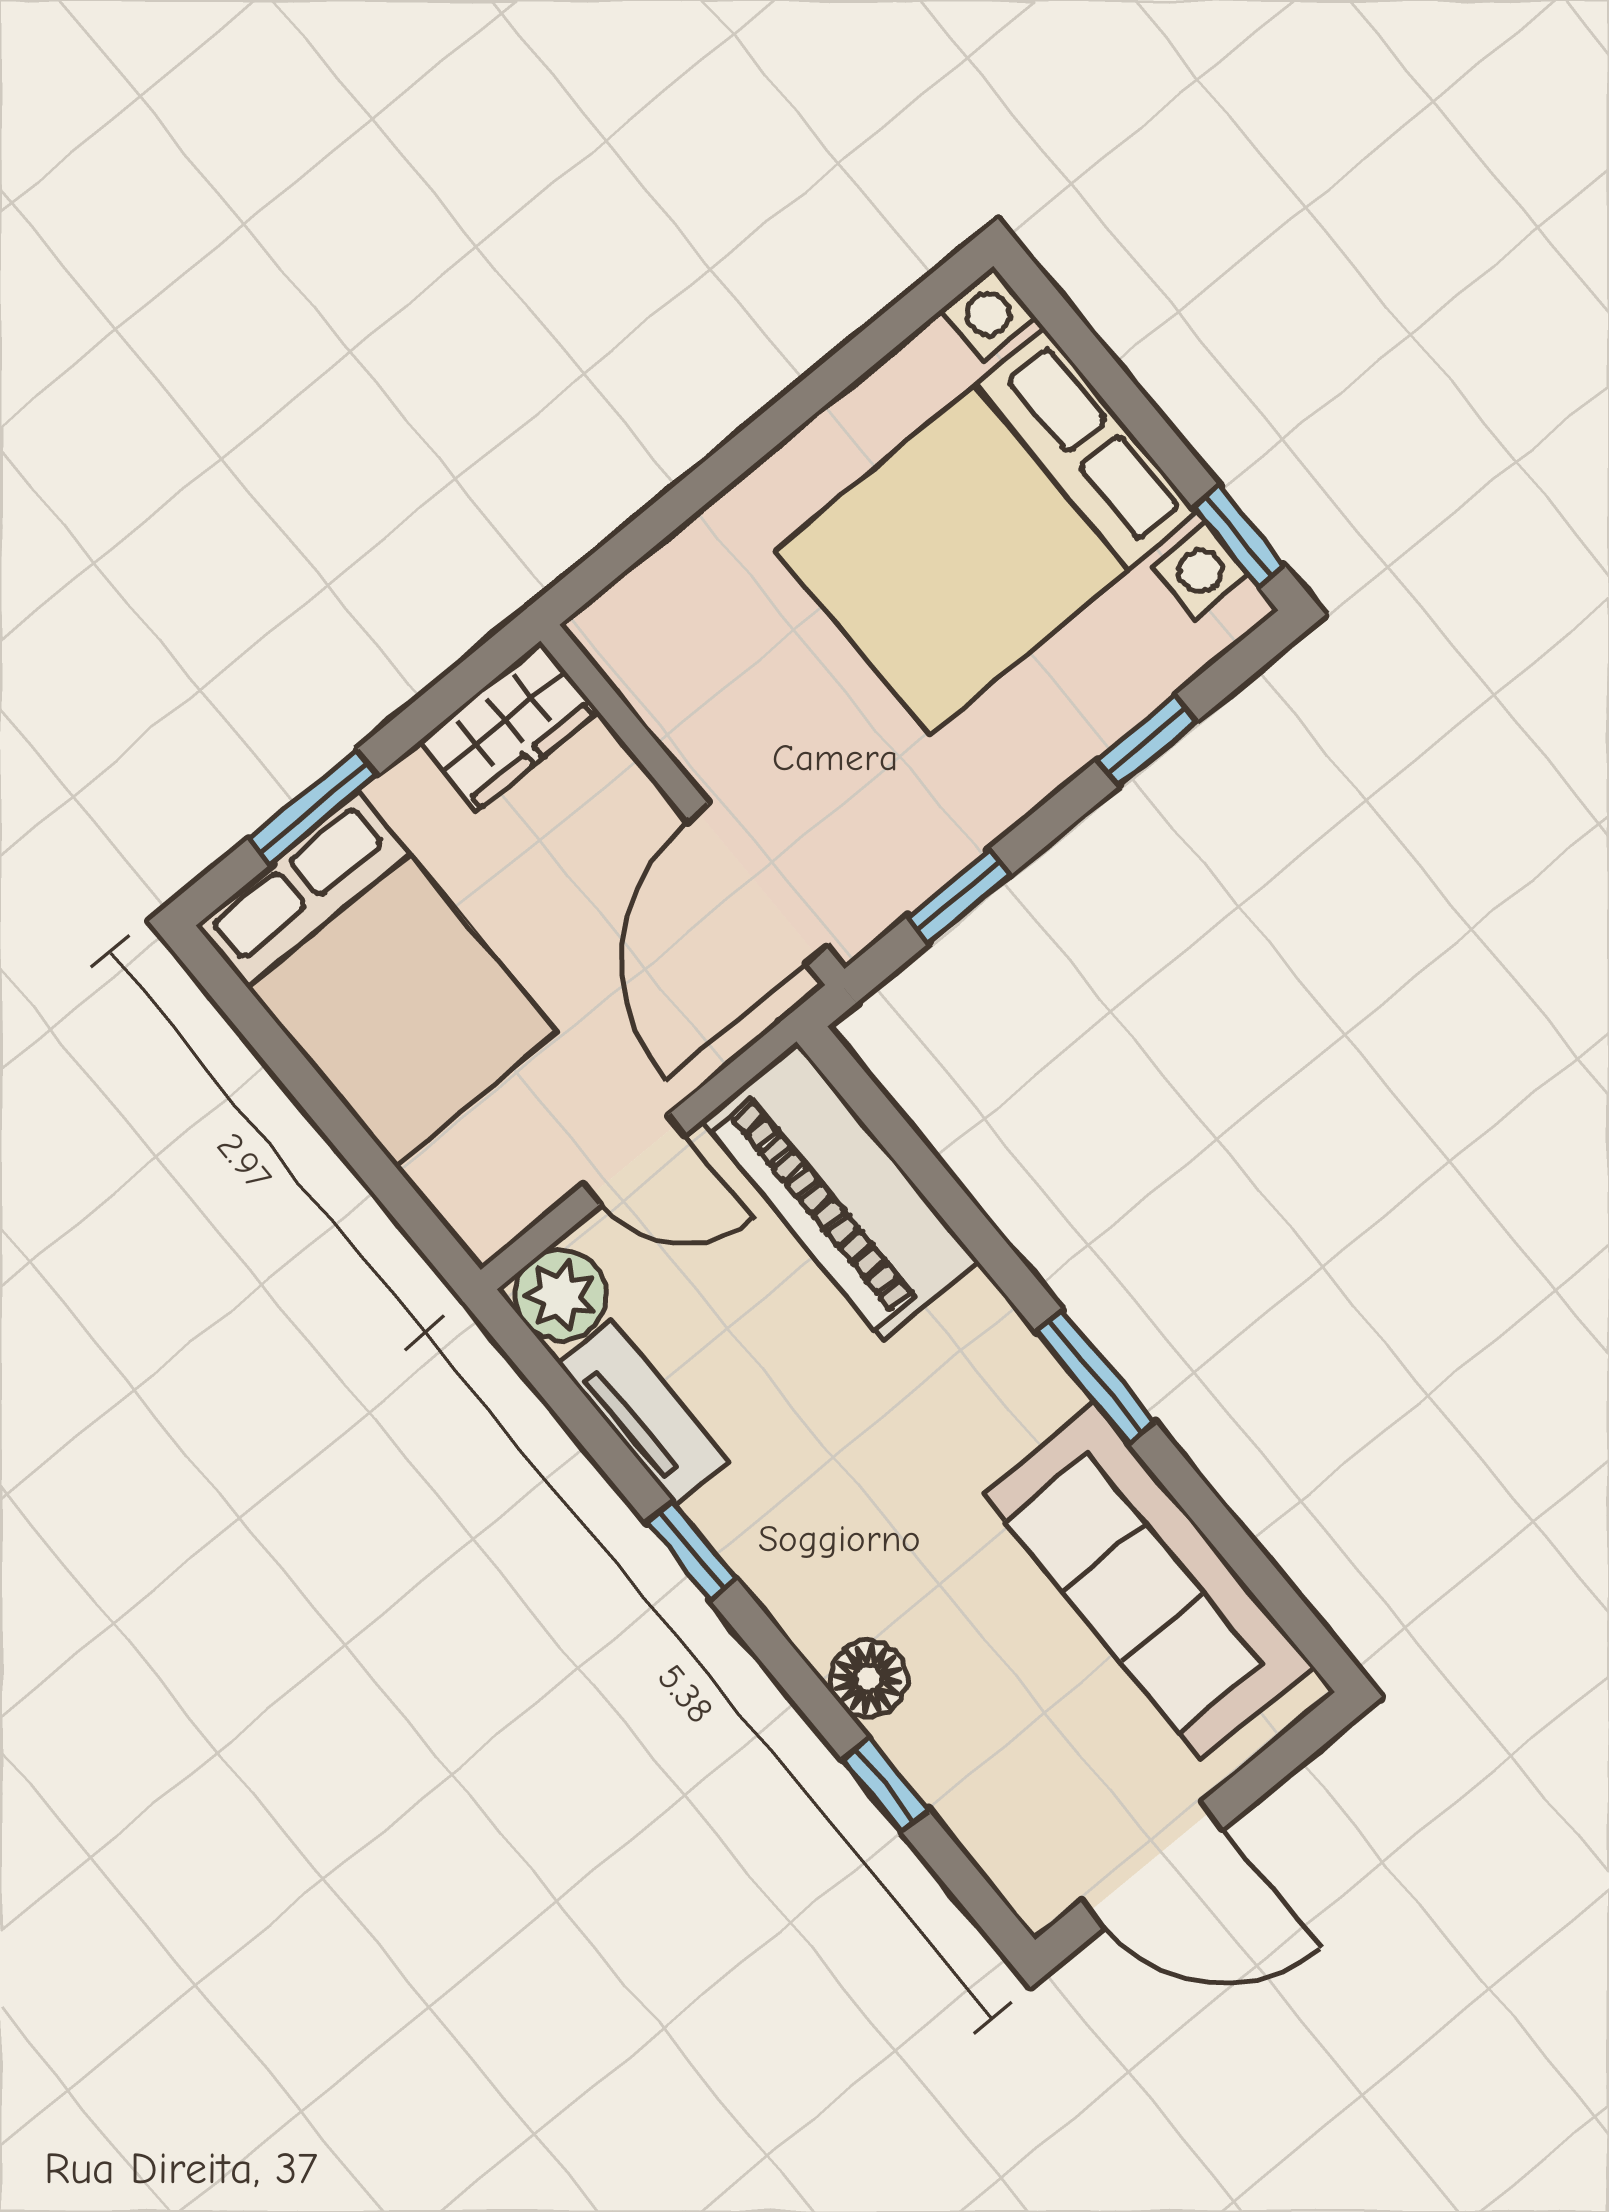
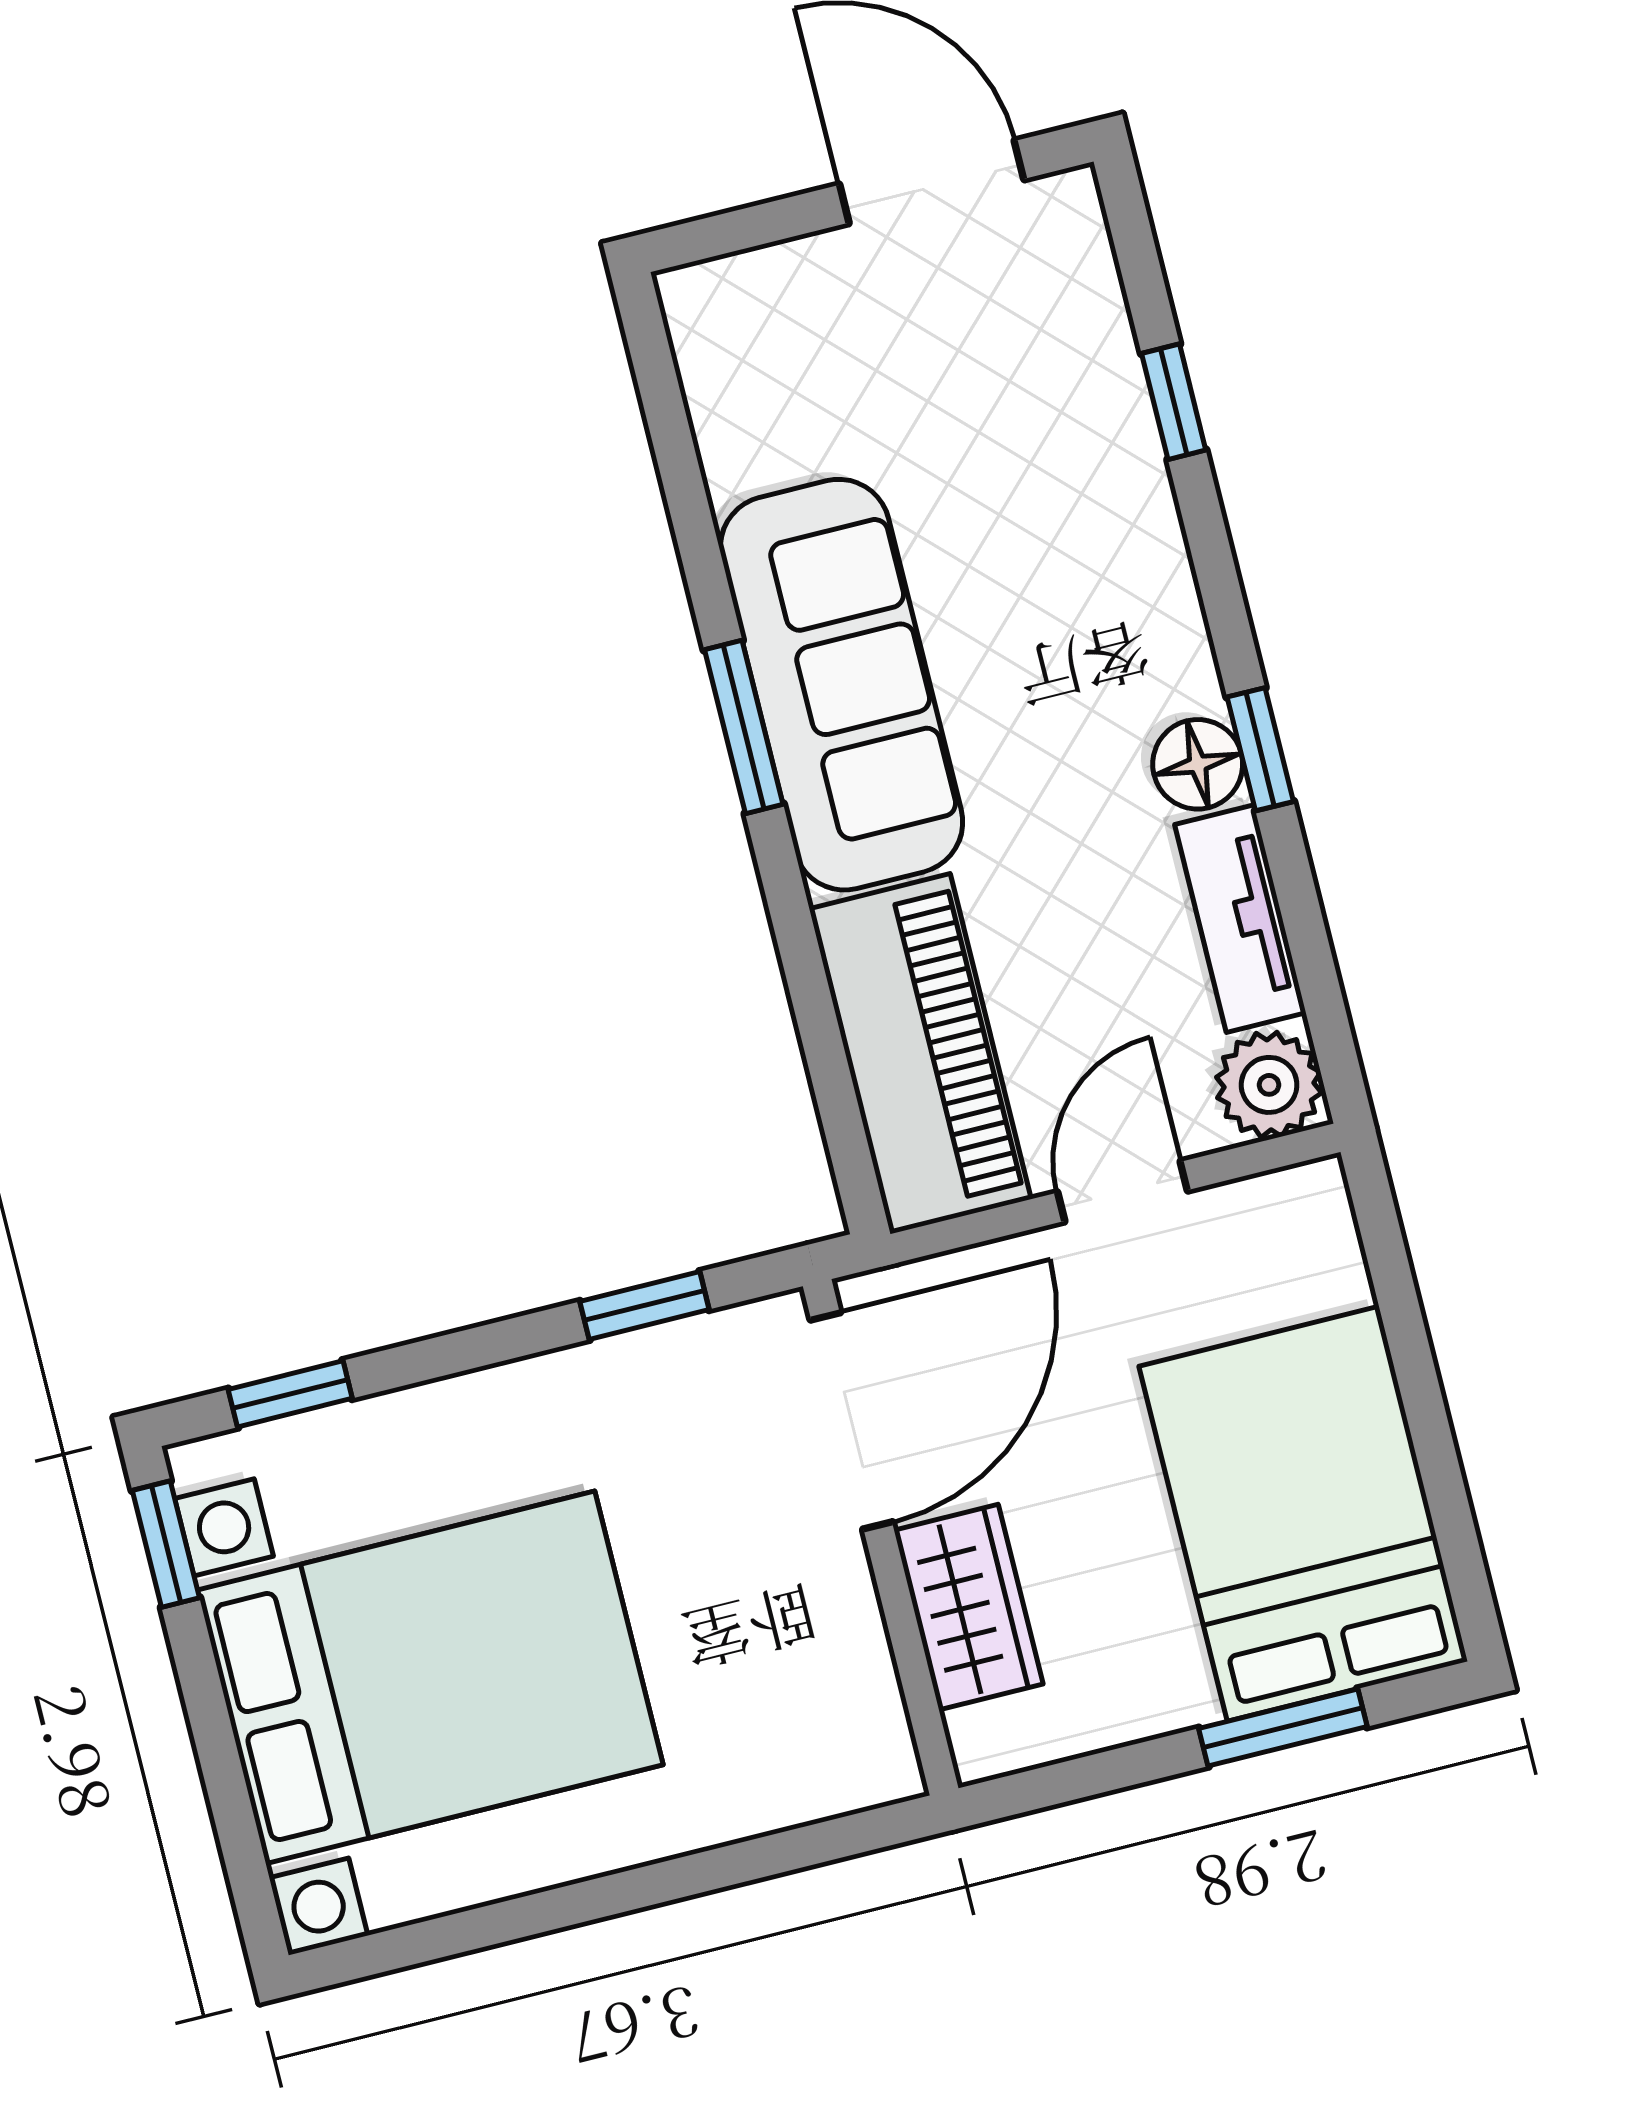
wardrobe: (509, 726) -> (968, 1607), moved, turned 90
window: (1147, 741) -> (290, 1394), moved
door: (634, 1160) -> (1122, 1191), hinge flipped
sofa: (1148, 1580) -> (842, 685), moved
floor lamp: (868, 1679) -> (1198, 764), moved

